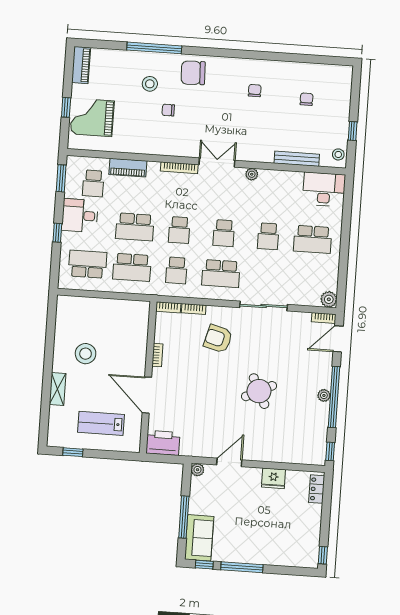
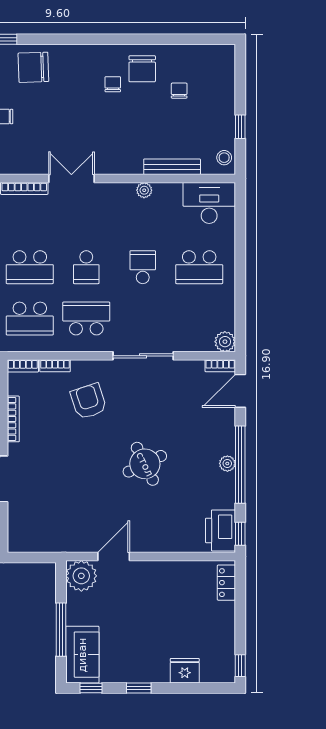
chair: (279, 80) -> (142, 69), added
plant: (252, 174) -> (144, 190), moved
school desk: (179, 230) -> (30, 267), width x1.85
school desk: (268, 236) -> (143, 267), turned 180
school desk: (176, 270) -> (30, 319), width x1.85
school desk: (221, 274) -> (86, 319), turned 180
armchair: (218, 339) -> (88, 401), turned 57
bookcase: (157, 355) -> (13, 419), width x1.56
printer: (163, 443) -> (220, 530), moved, turned -90
plant: (198, 470) -> (81, 576), width x1.87, depth x1.87
fridge: (274, 478) -> (185, 671), moved, turned 180
window: (242, 567) -> (139, 688), width x0.46

